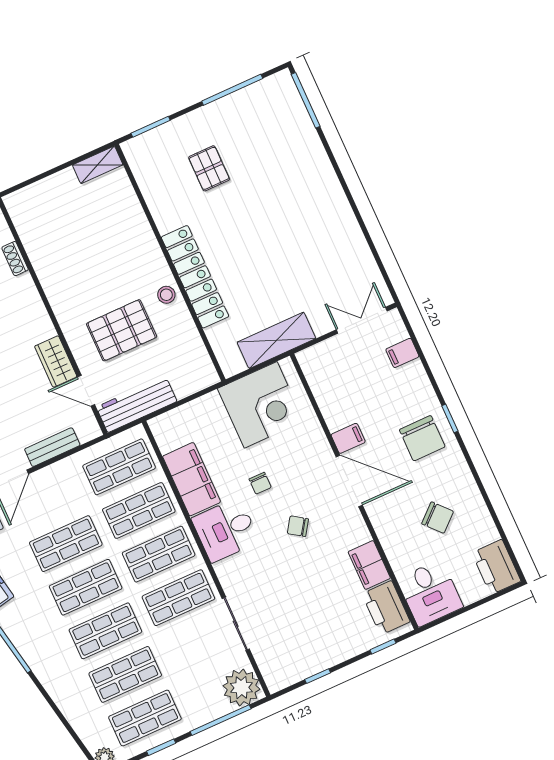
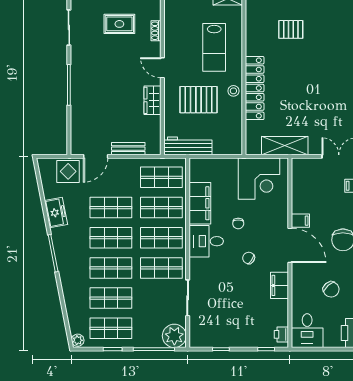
pallet: (209, 168) -> (291, 29), turned 90
lab bench: (110, 244) -> (214, 47), added
door: (86, 391) -> (162, 68), moved
filing cabinet: (369, 565) -> (280, 285), moved
printer: (386, 608) -> (281, 334), width x0.53, depth x0.68

